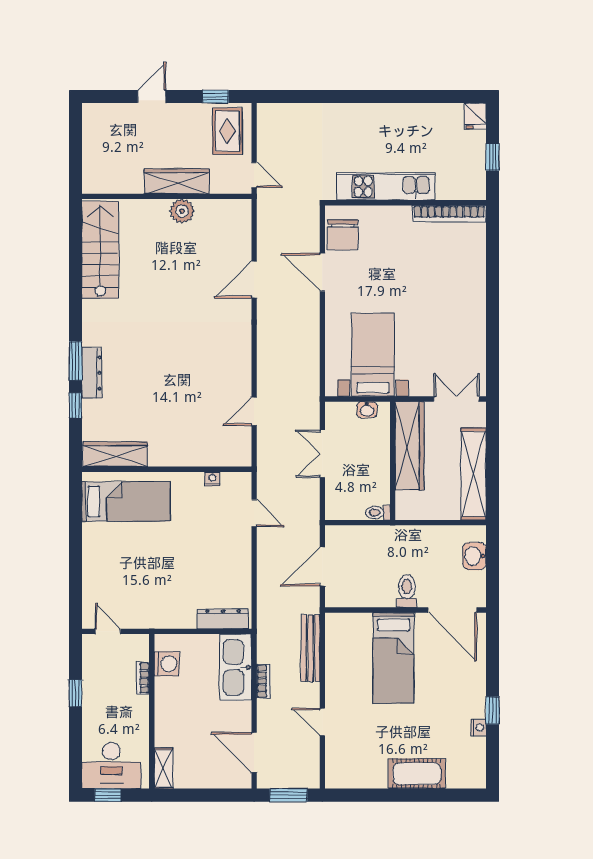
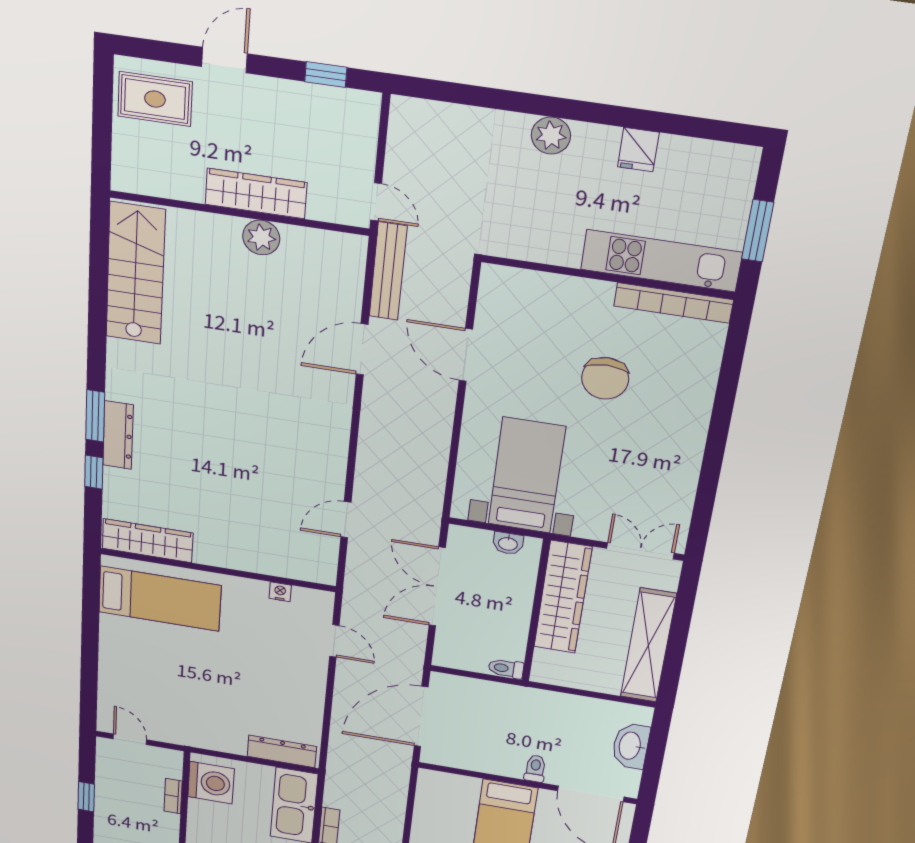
plant: (358, 115) -> (551, 136), added
fridge: (475, 116) -> (638, 150), moved
rug: (227, 131) -> (155, 99), moved, turned 90
window: (492, 157) -> (758, 231), width x1.50
kitchen unit: (386, 186) -> (661, 261), moved
chair: (343, 235) -> (605, 378), moved
double door: (322, 454) -> (437, 587), width x1.37
washbasin: (474, 556) -> (631, 746), width x1.38
door: (322, 566) -> (421, 717), width x1.36
toilet: (407, 591) -> (535, 769), width x0.73, depth x0.72
bench: (310, 648) -> (388, 271), moved
washing machine: (167, 664) -> (211, 783), width x1.37, depth x1.37

